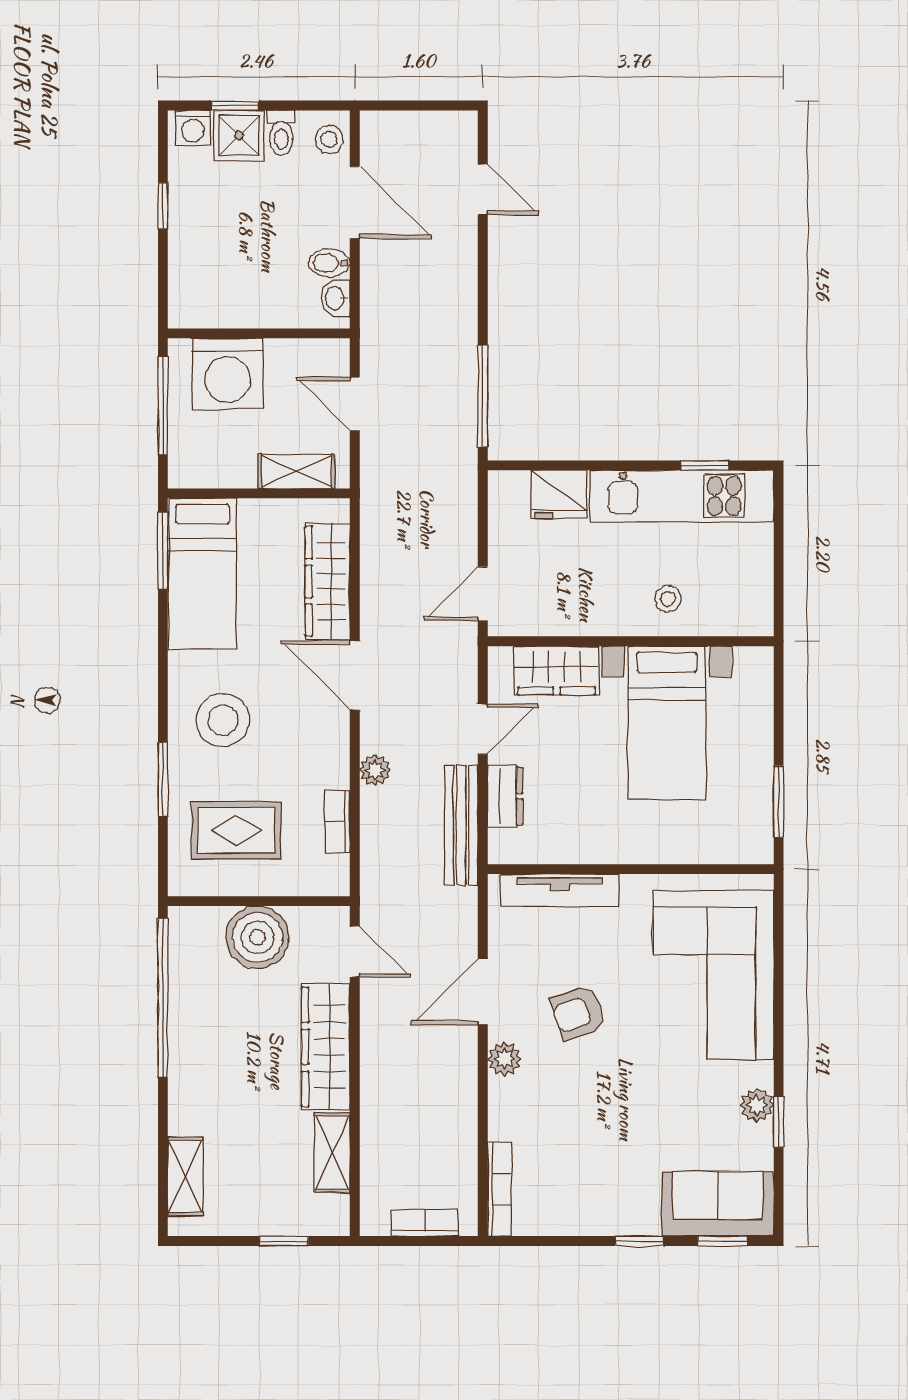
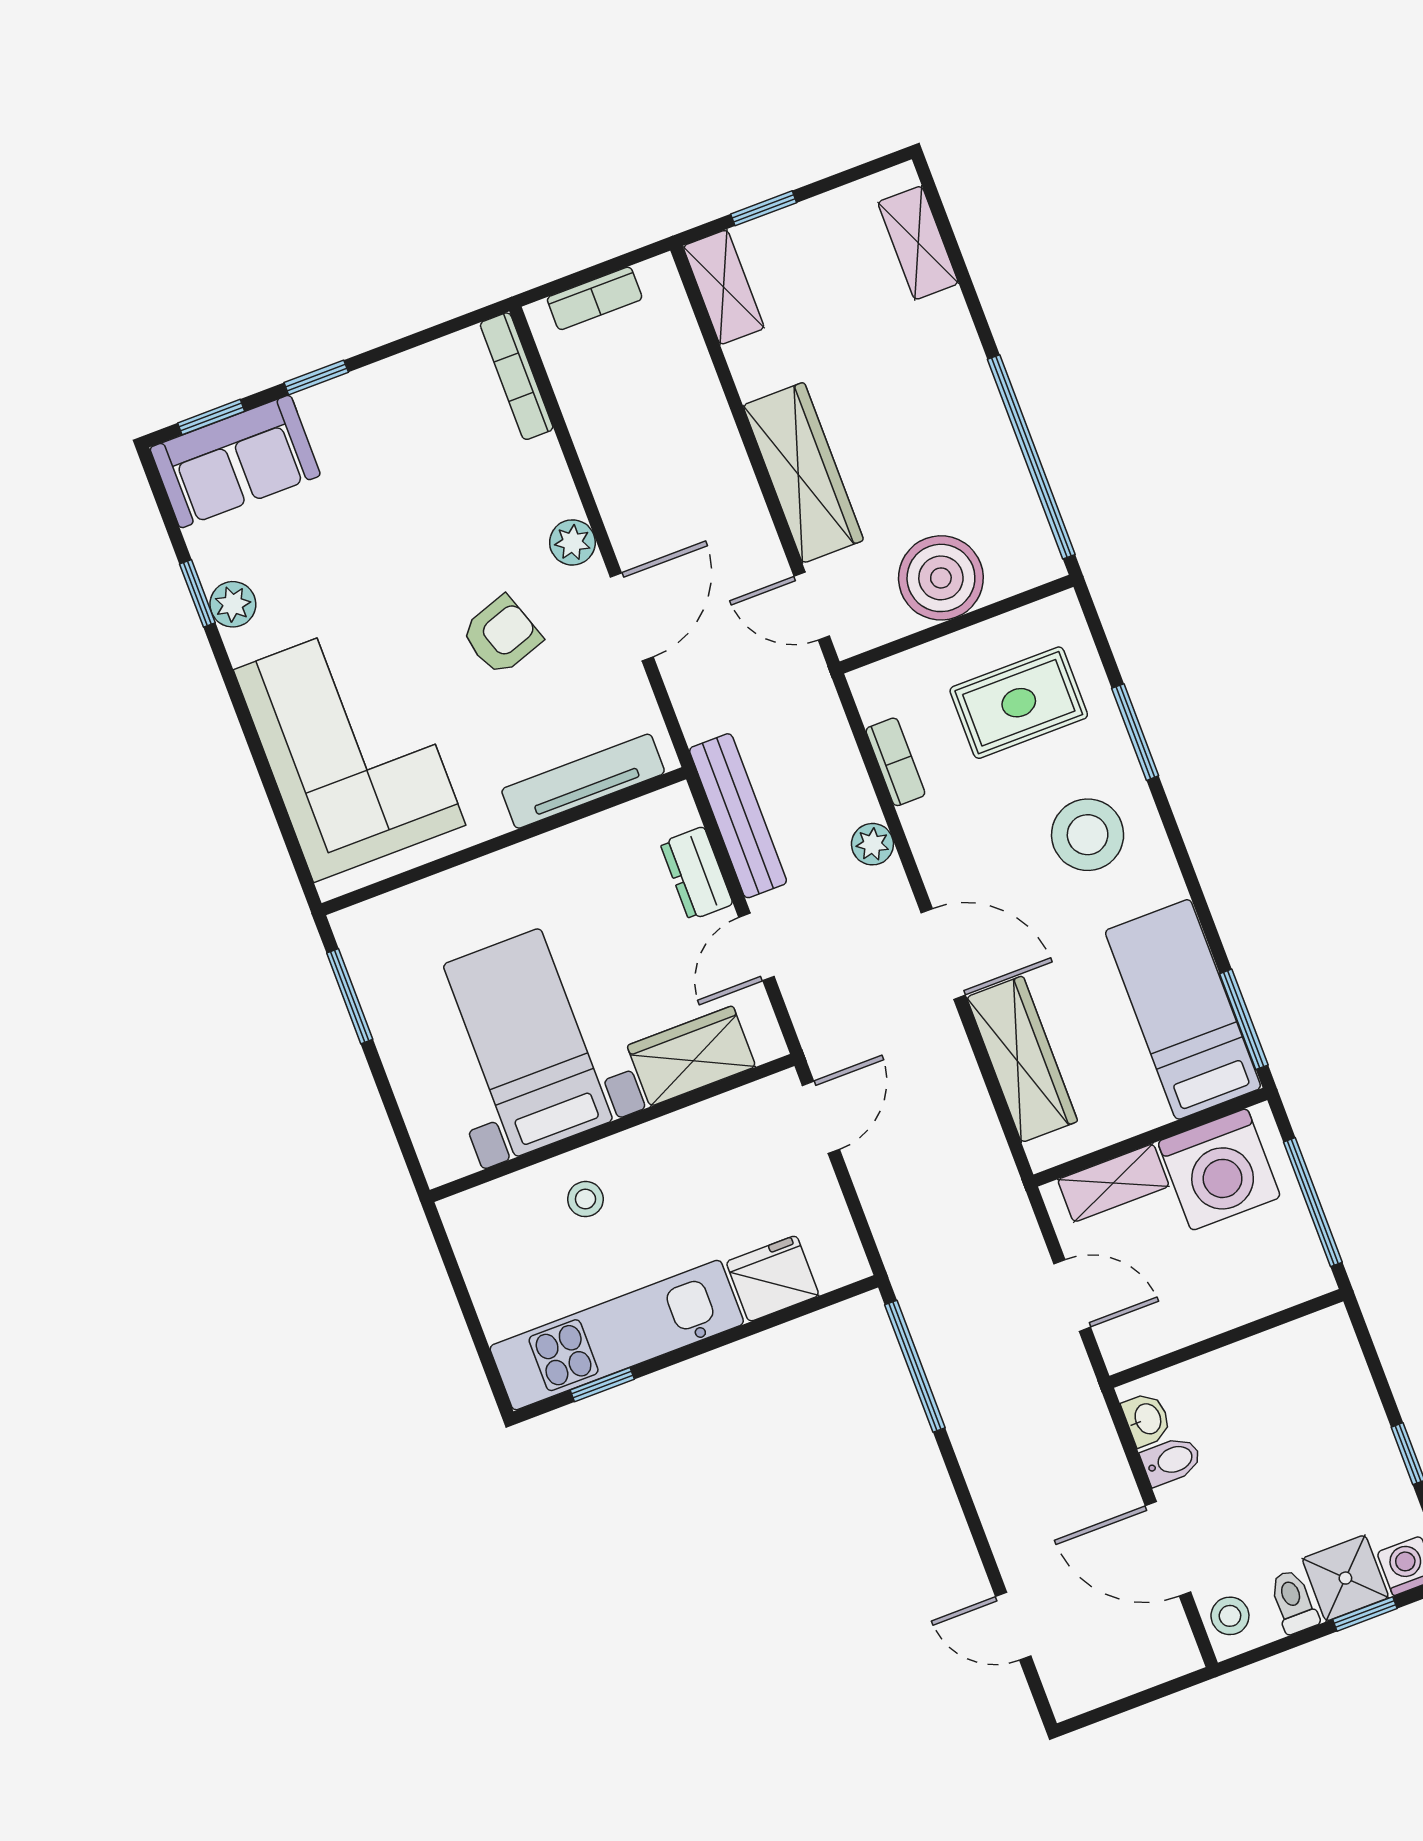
washing machine: (228, 374) -> (1219, 1169), moved, turned 180
shelving: (332, 1153) -> (724, 287), moved

